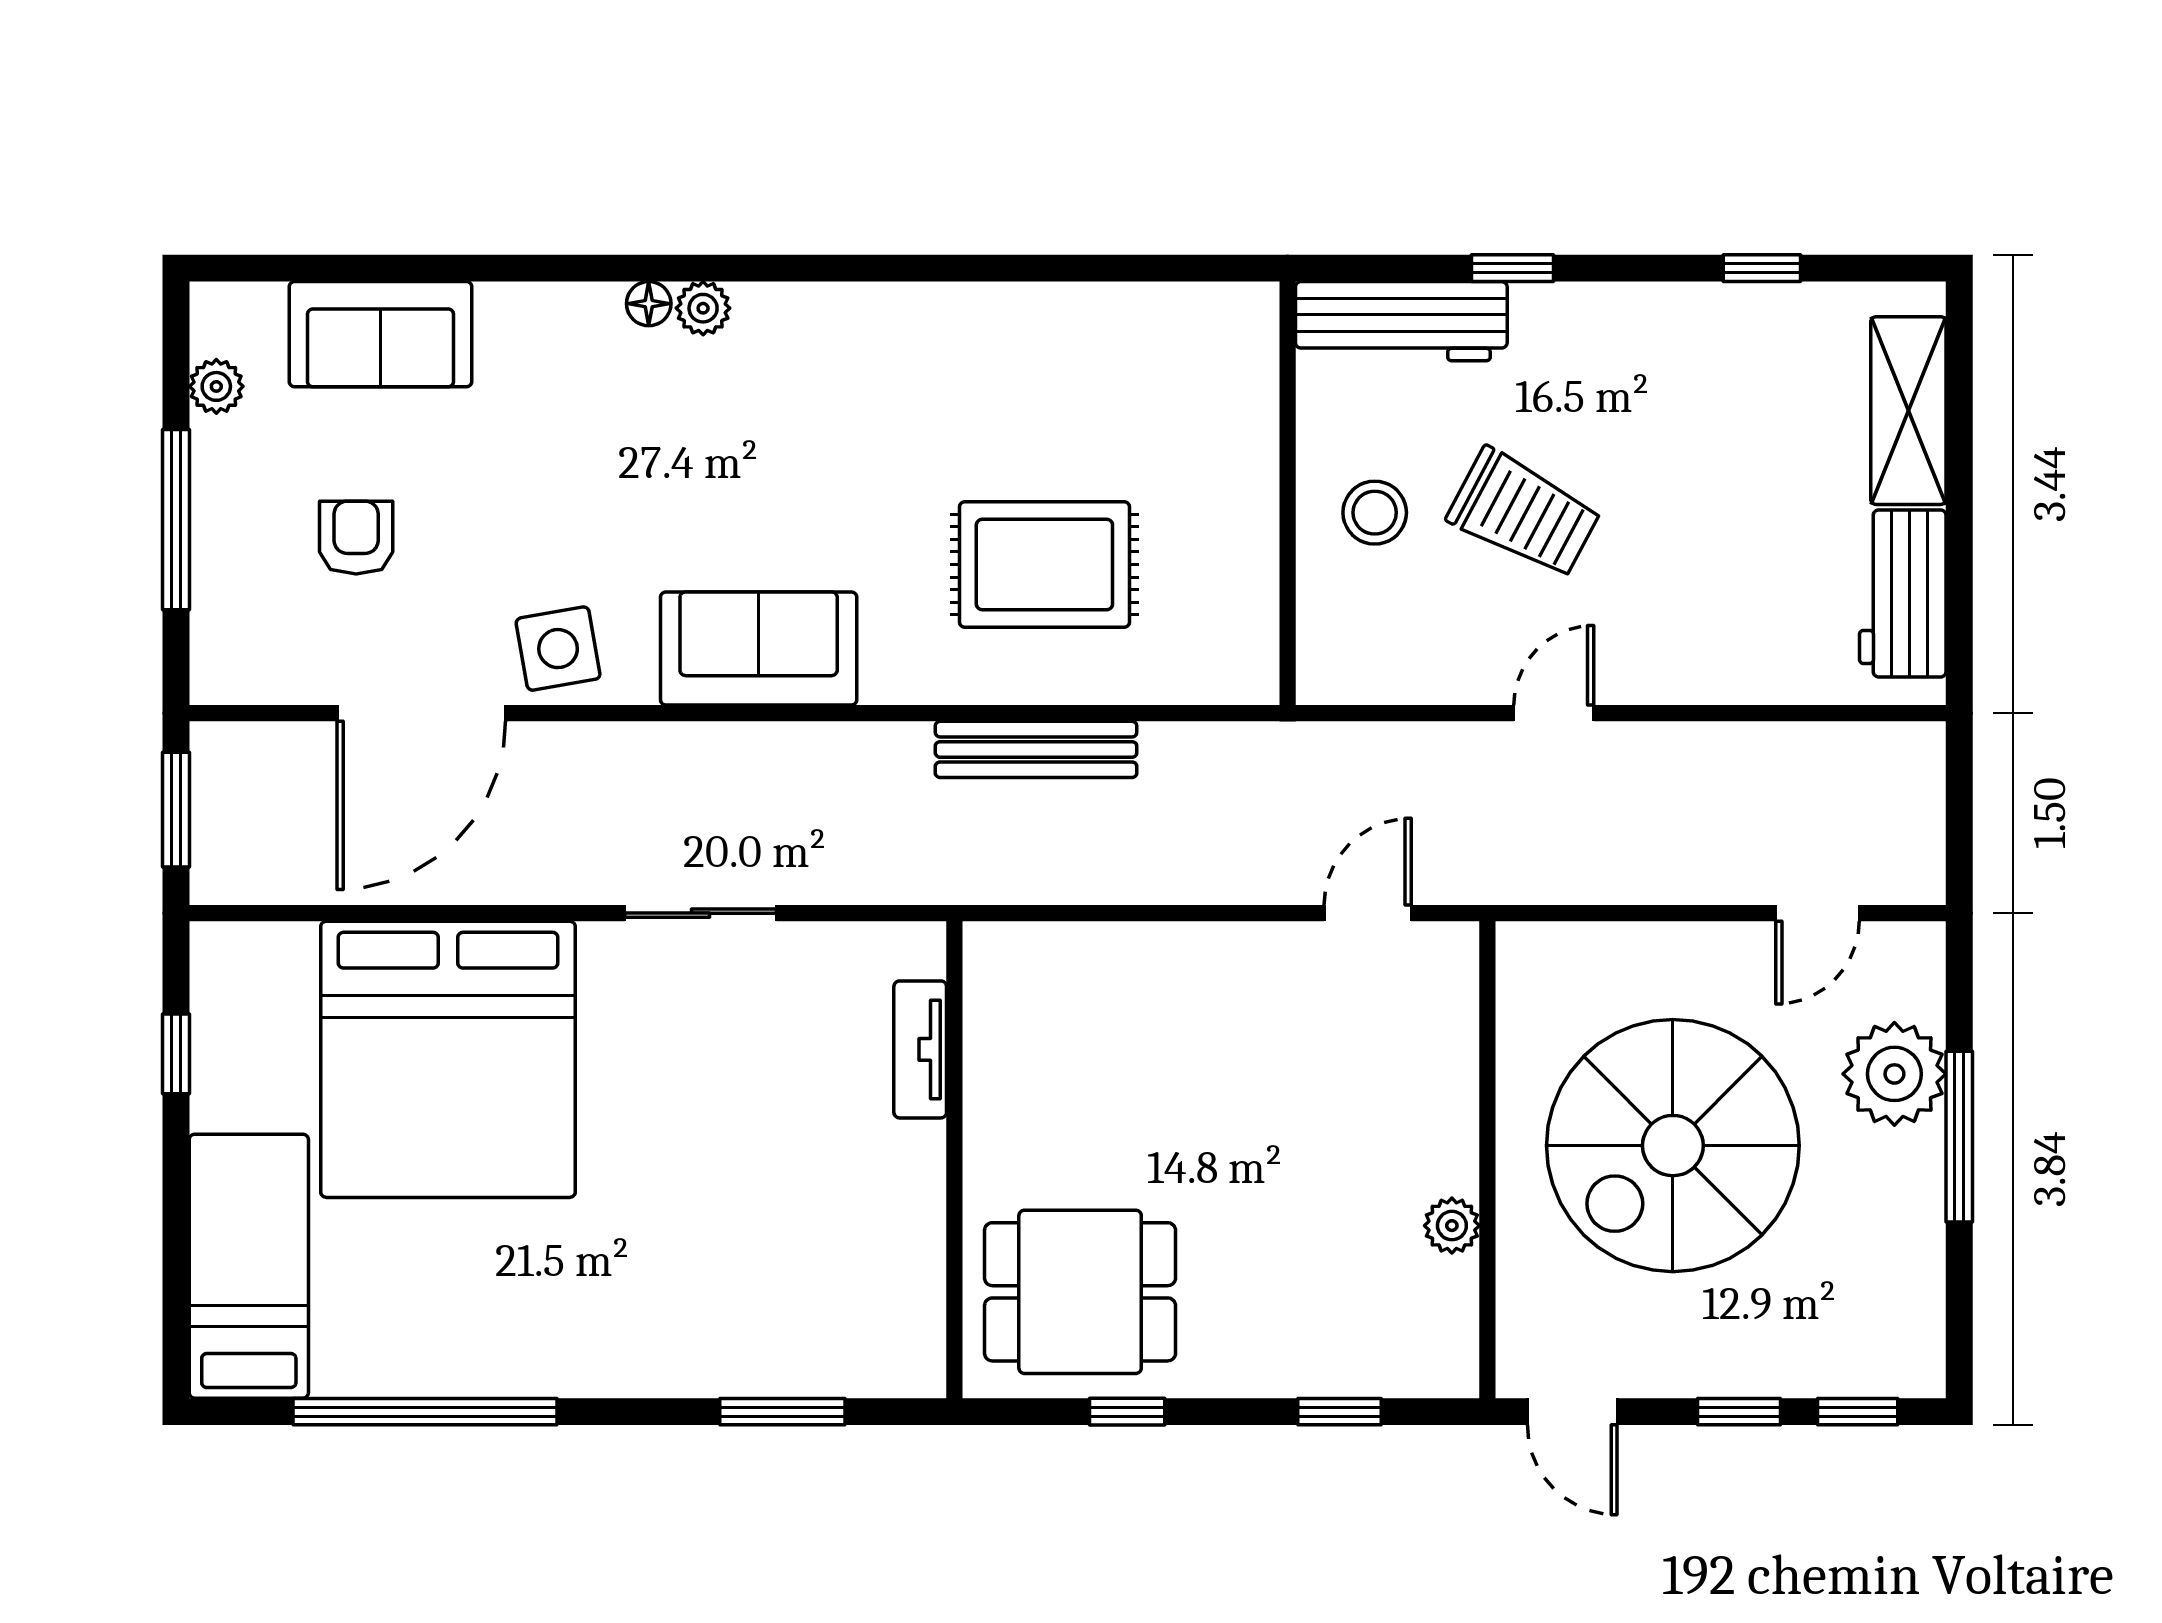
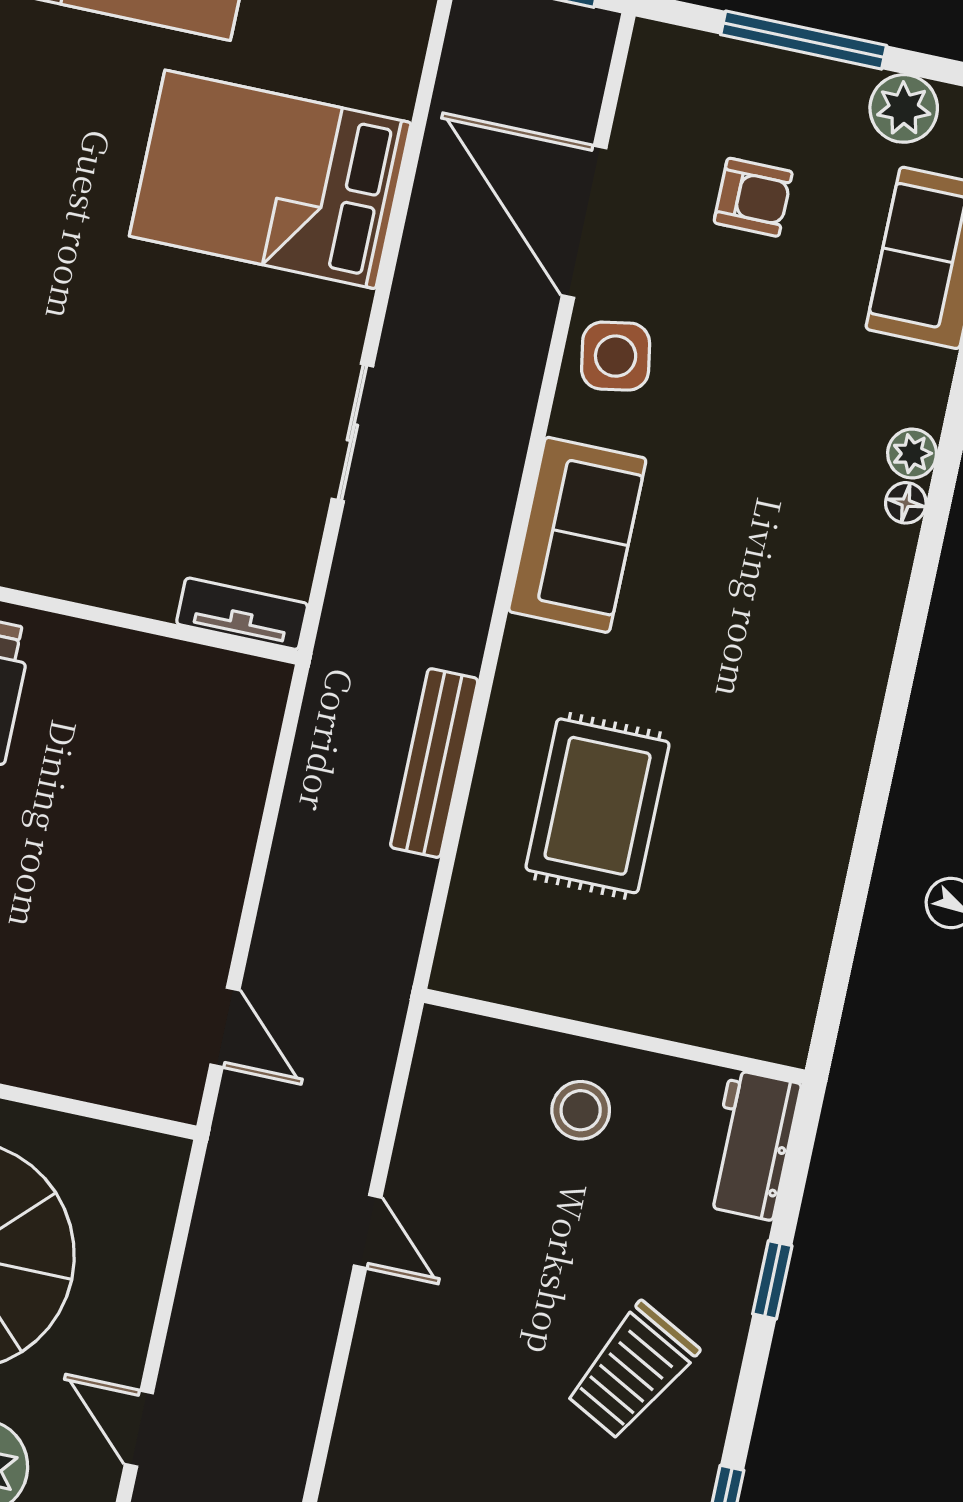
plant: (703, 308) -> (912, 454), moved
workbench: (1401, 321) -> (752, 1145), width x0.73
plant: (216, 386) -> (904, 108), width x1.38, depth x1.38
trolley: (1524, 513) -> (632, 1371), moved
tv unit: (920, 1049) -> (242, 614), moved
bed: (448, 1059) -> (270, 179), width x0.73

